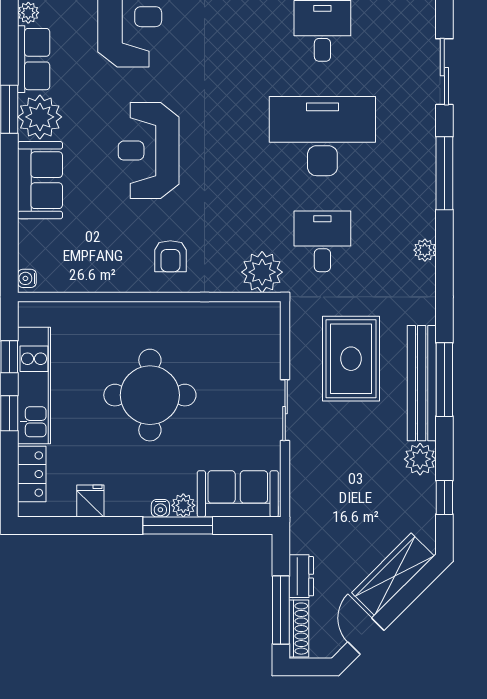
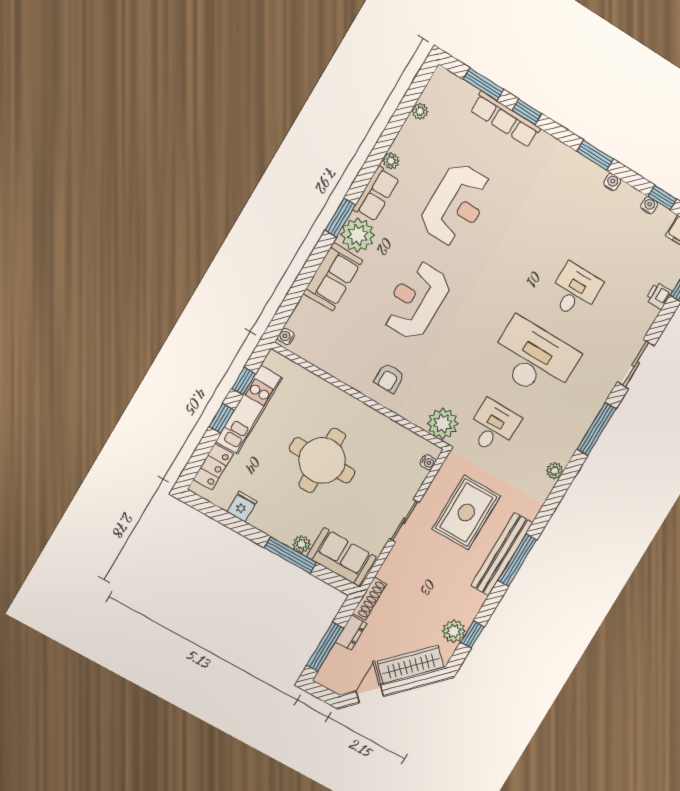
plant: (420, 459) -> (454, 631), moved
water cooler: (160, 508) -> (428, 462), moved, turned -90
shoe rack: (299, 629) -> (370, 599), moved

